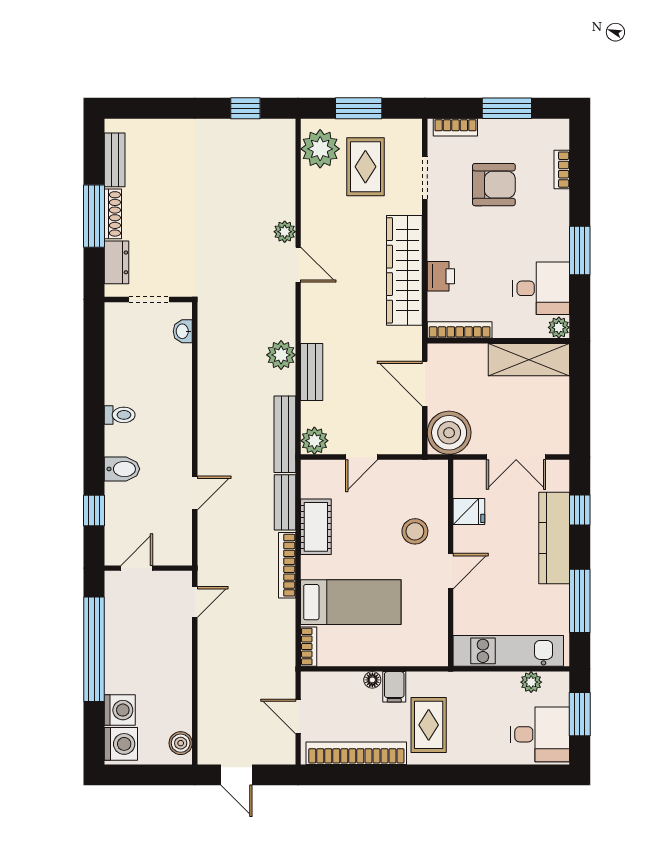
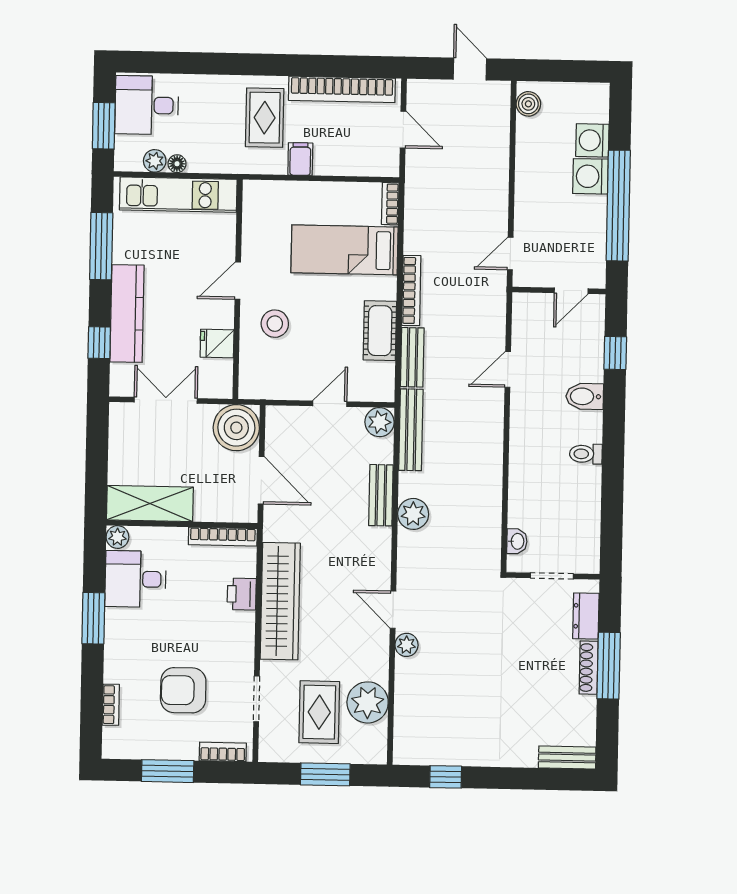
plant: (320, 149) -> (368, 702), moved
bench: (115, 160) -> (567, 758), moved, turned 90
floor lamp: (372, 680) -> (177, 164), moved
washing machine: (121, 744) -> (590, 176), moved

